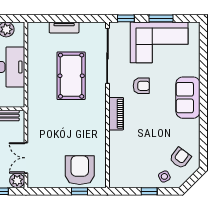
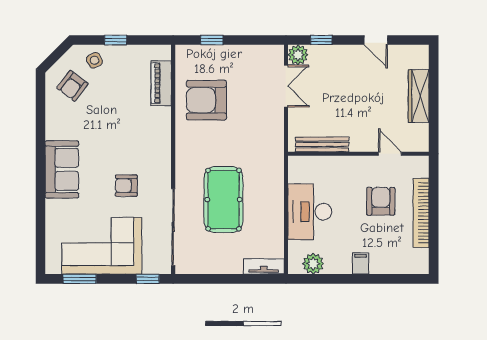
window: (161, 18) -> (80, 279), moved
tv unit: (64, 27) -> (264, 266), moved
piano: (116, 114) -> (161, 83), moved
armchair: (80, 170) -> (206, 100), moved, turned 90

